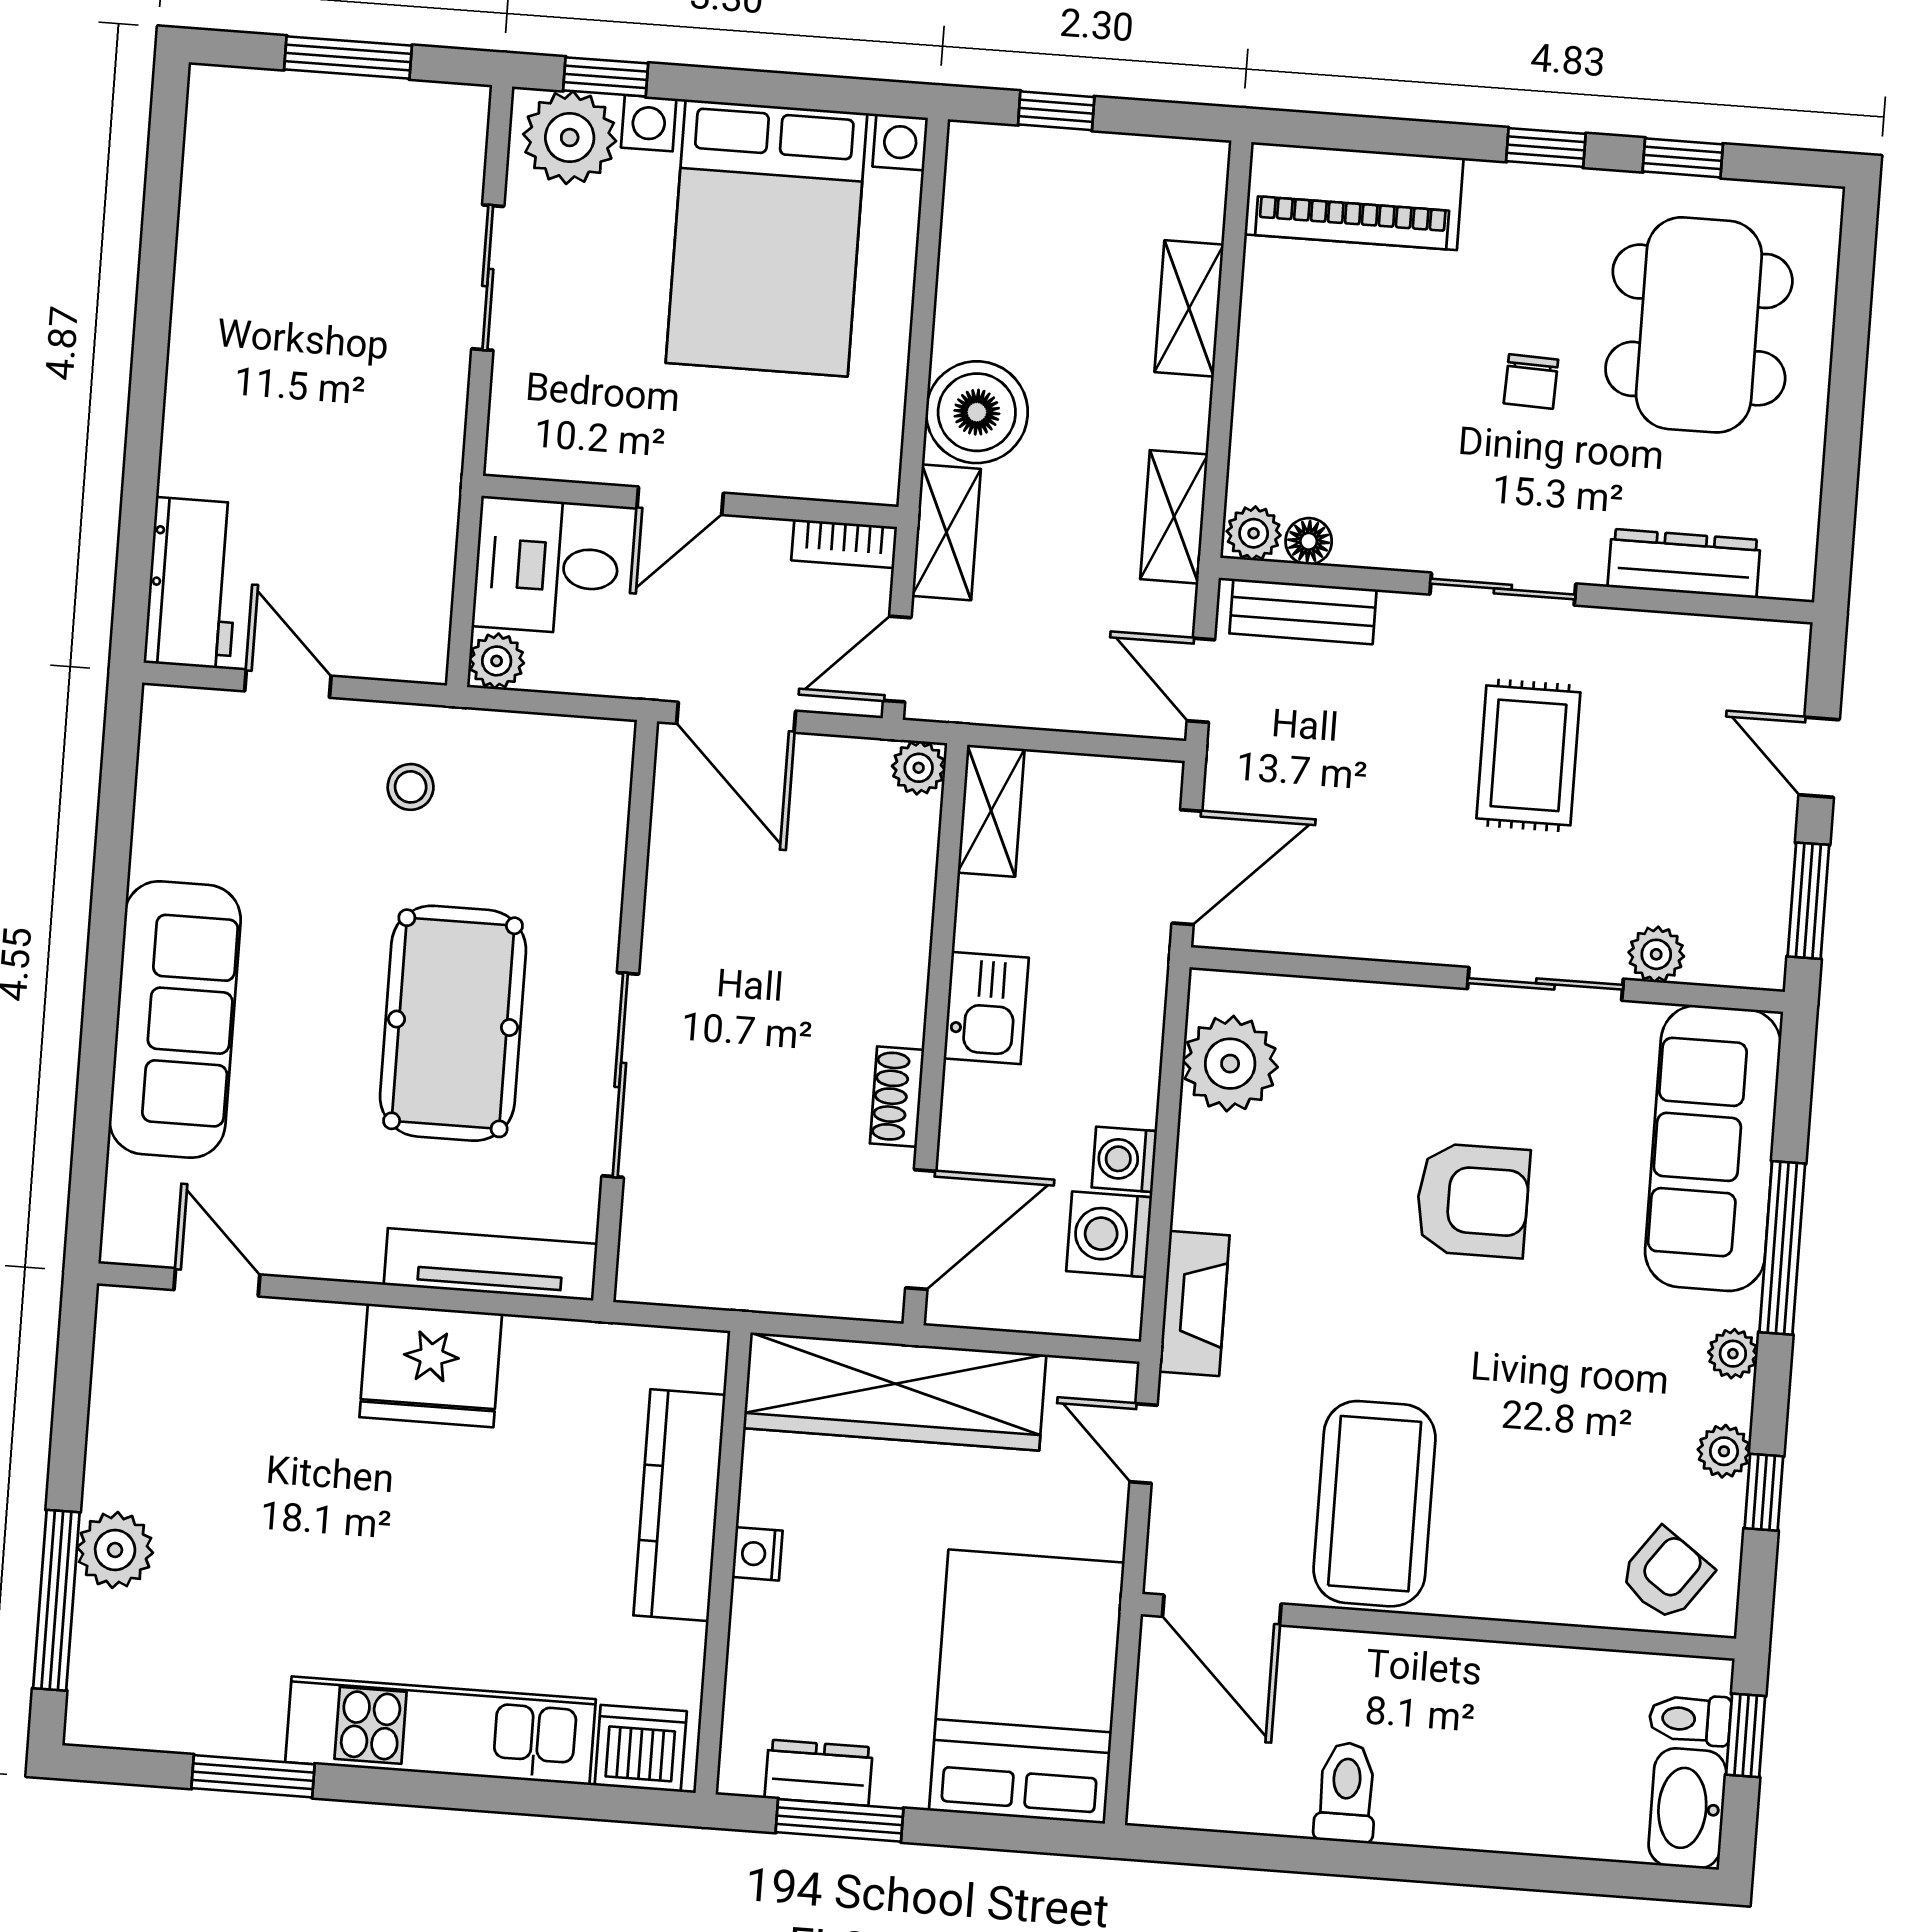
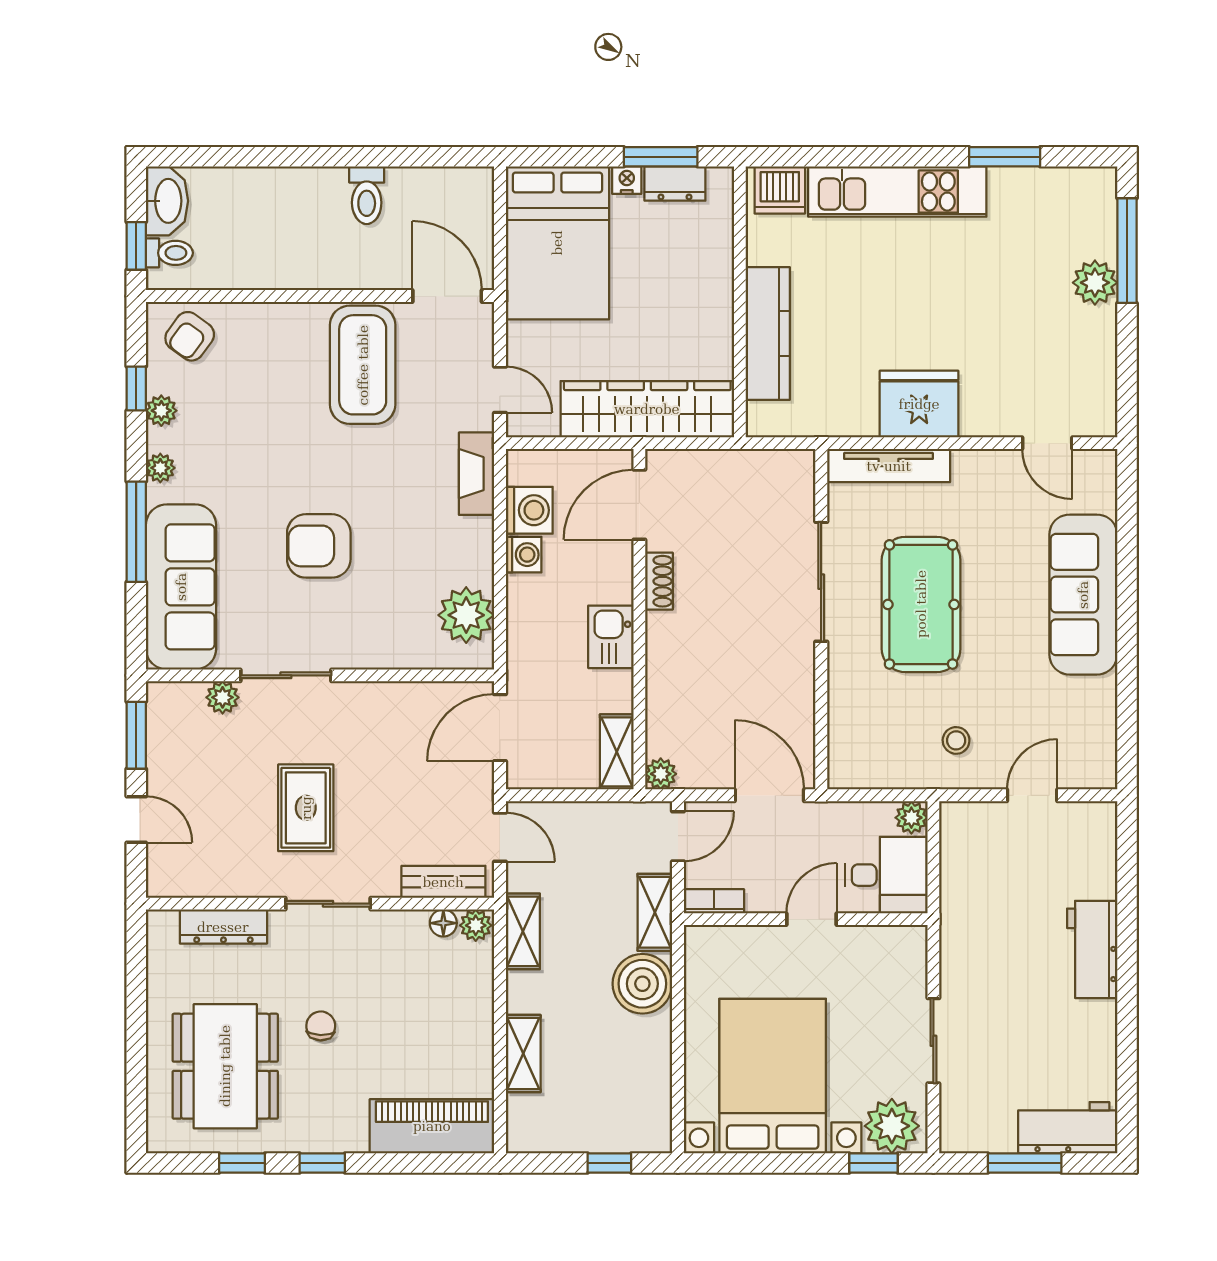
workbench: (270, 112) -> (1068, 1128), added
workbench: (193, 583) -> (1092, 949), moved
door: (288, 684) -> (1032, 795), swing flipped
nightstand: (757, 1554) -> (627, 180), moved, turned -90

